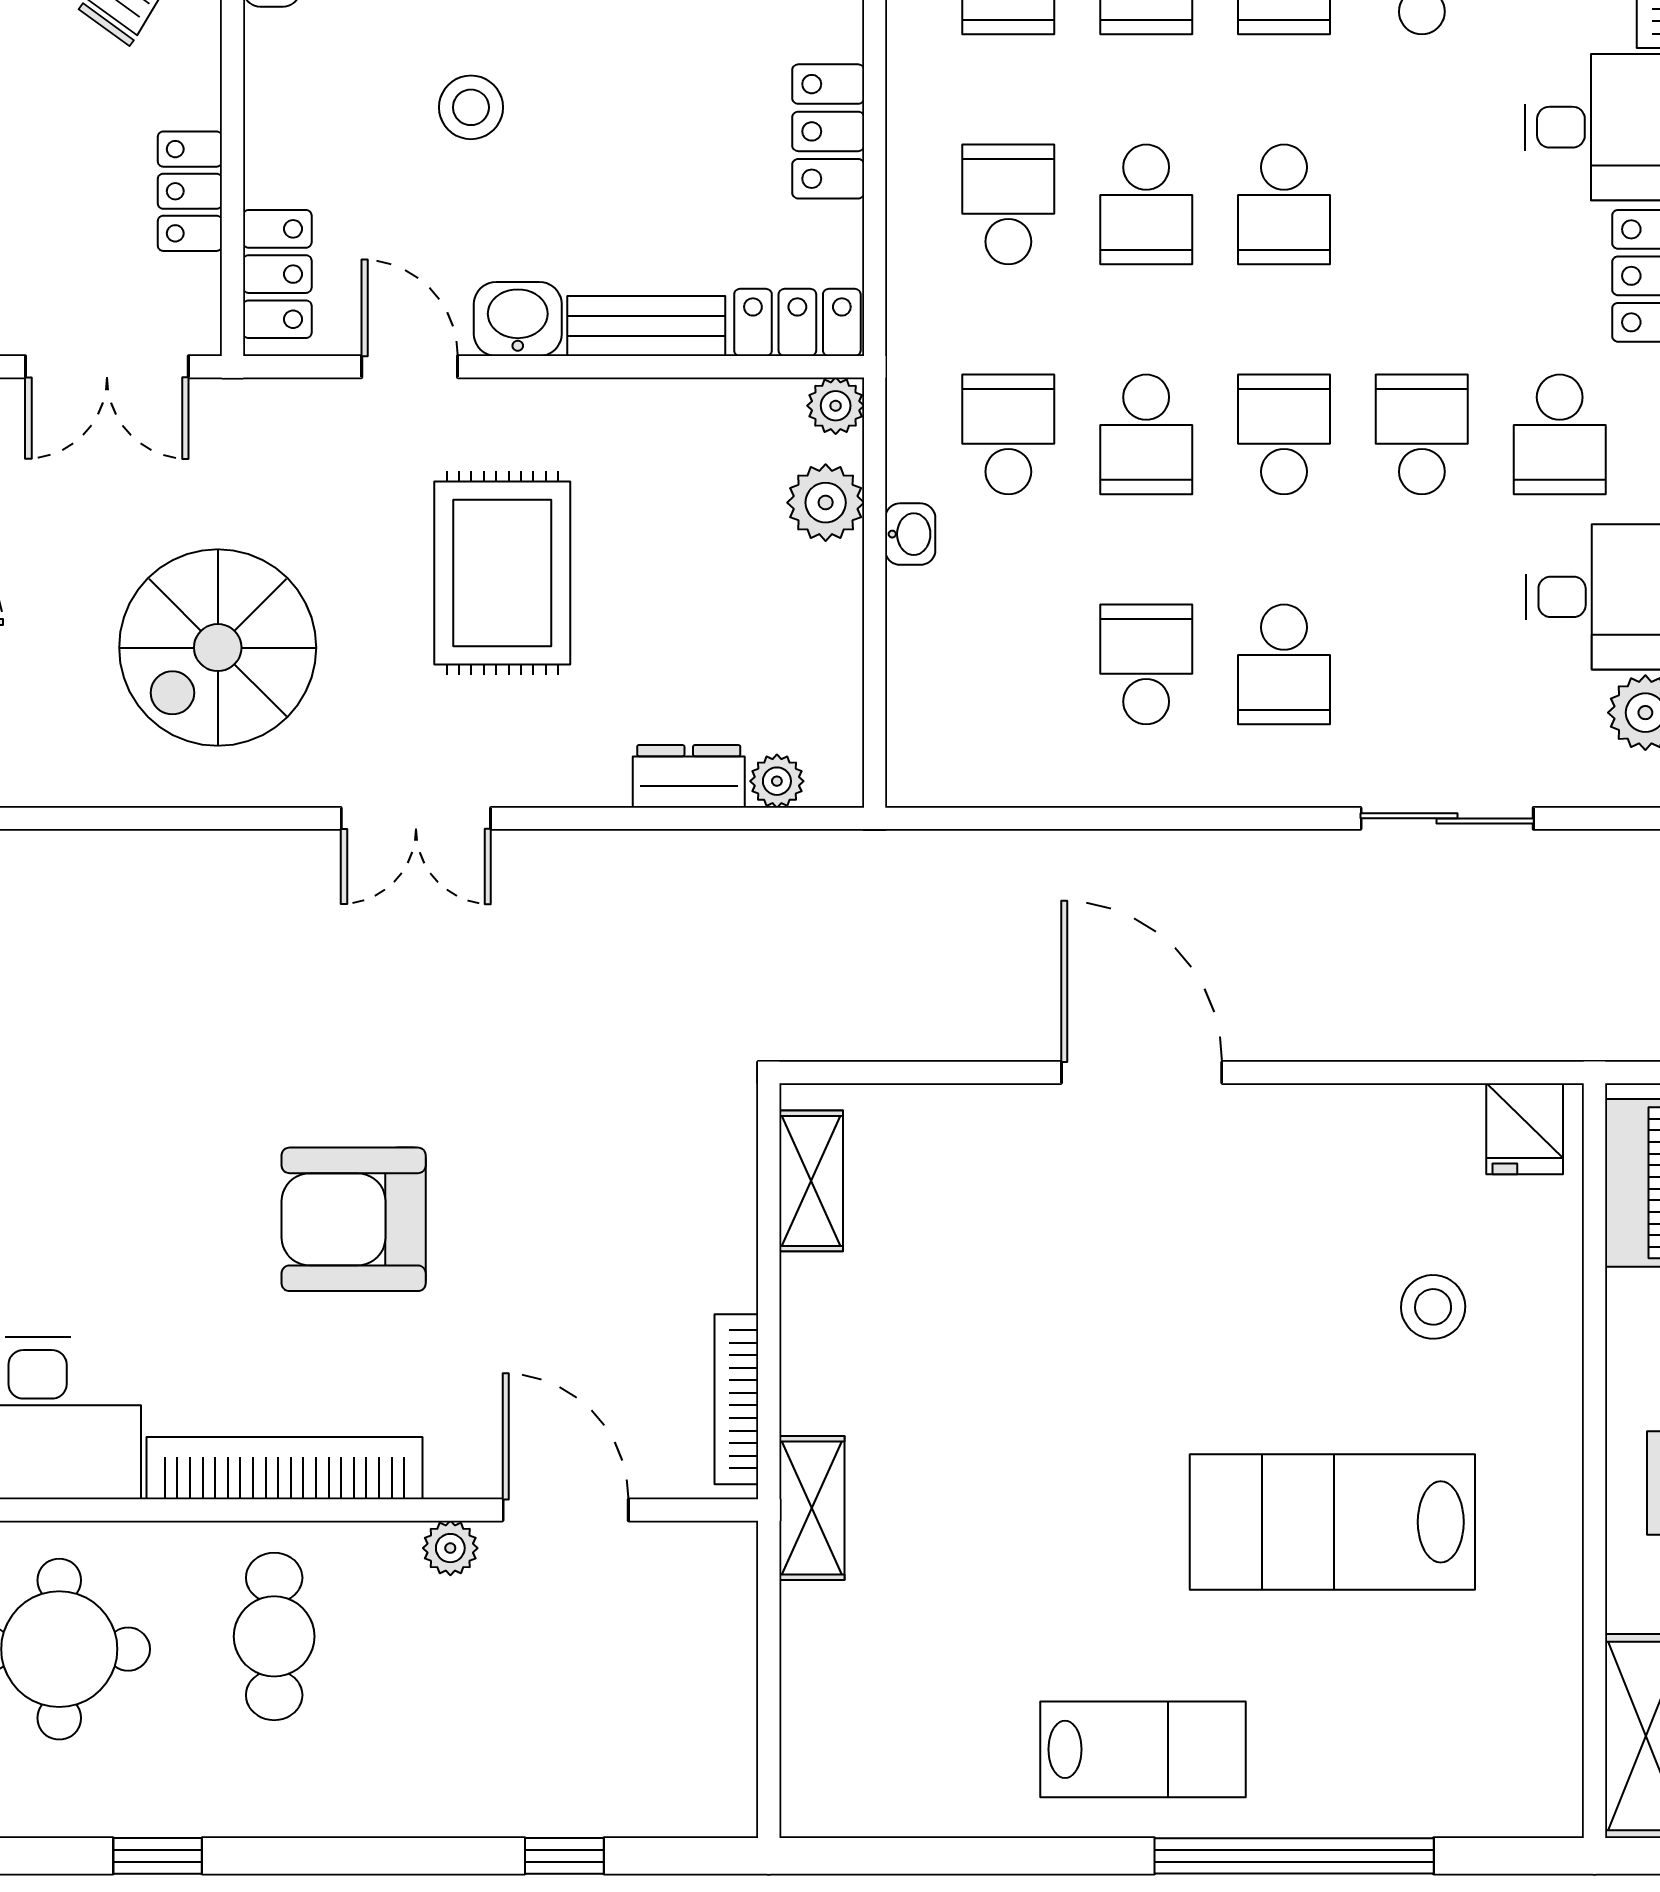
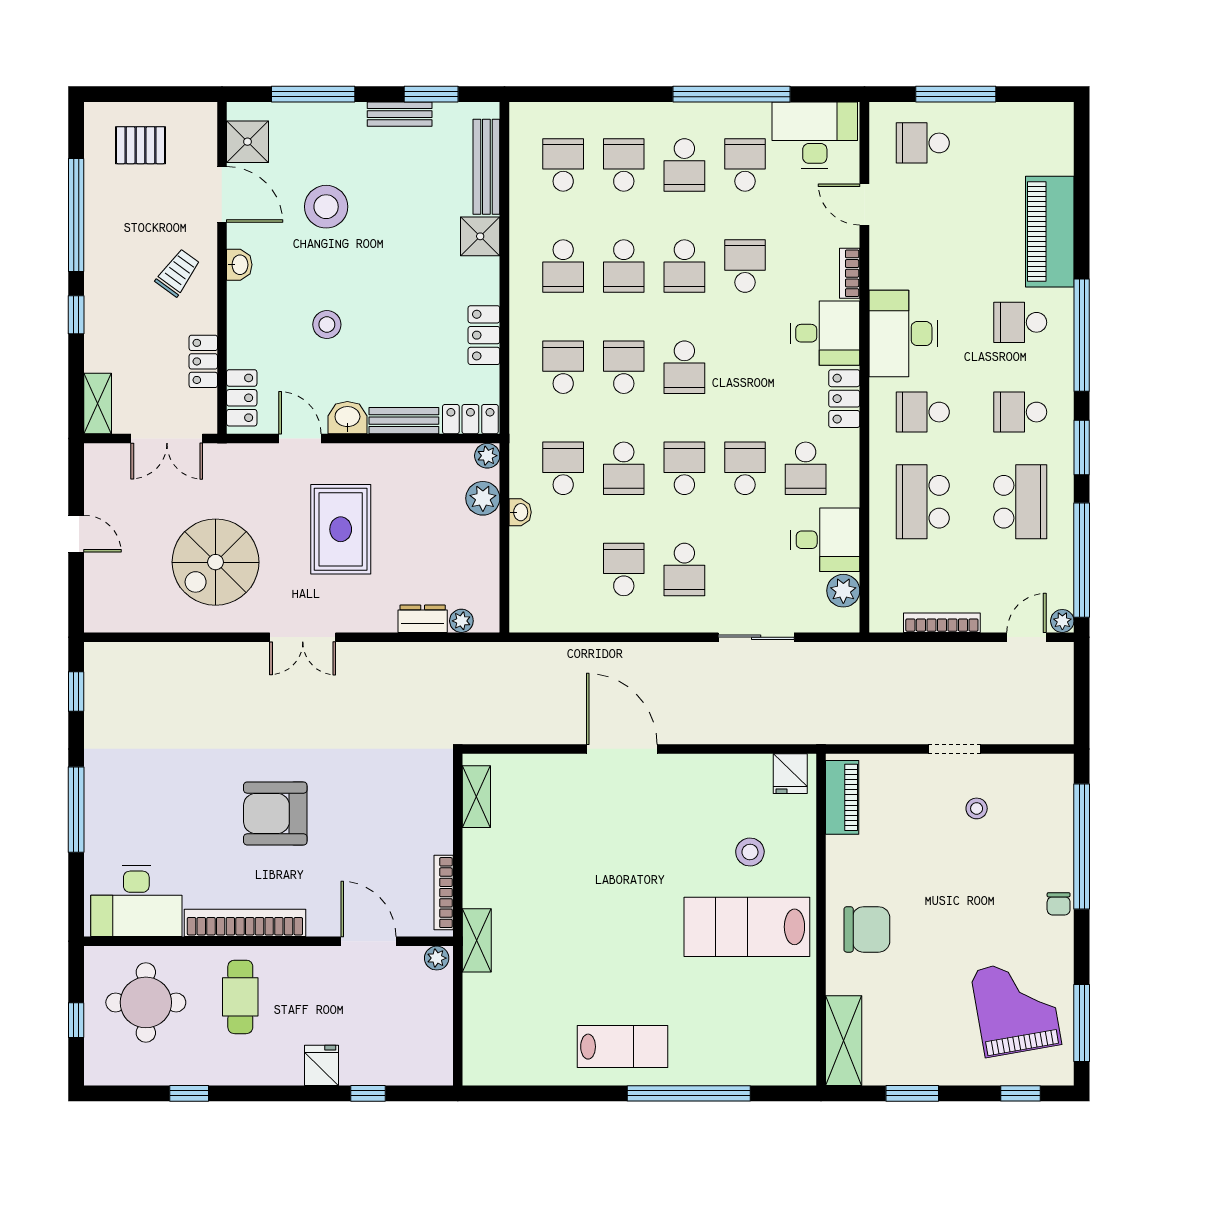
school desk: (1146, 204) -> (624, 367), turned 180
lab bench: (1332, 1522) -> (747, 927), moved
plant: (450, 1548) -> (437, 958), moved
fridge: (459, 1792) -> (321, 1065), added

